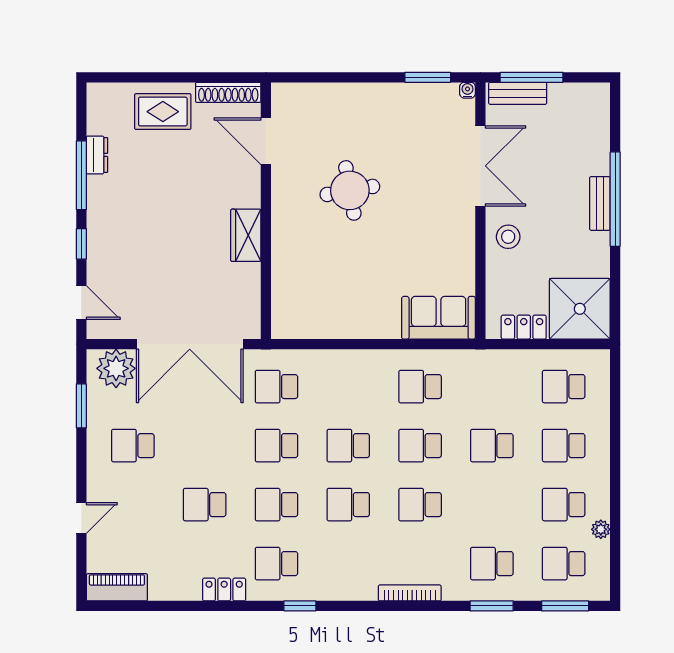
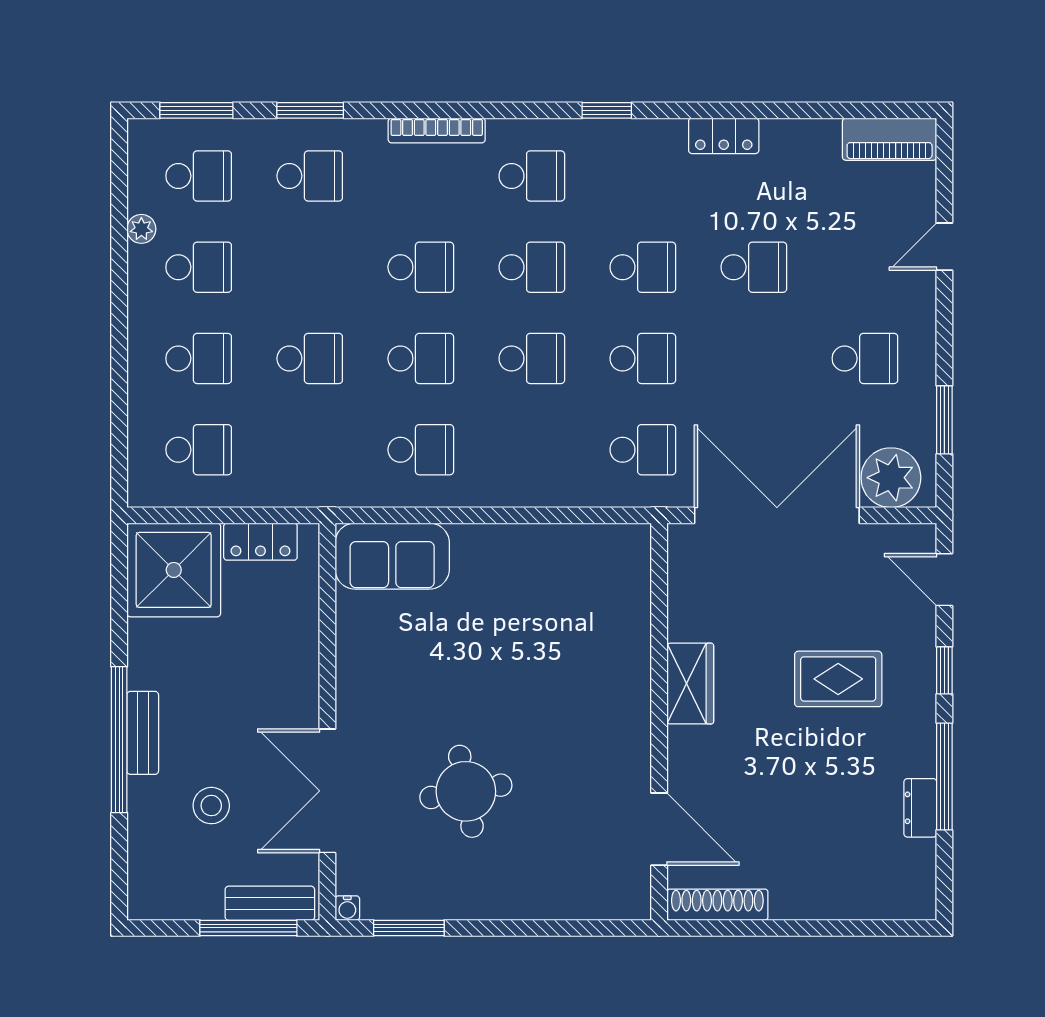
rug: (163, 112) -> (838, 679), moved
round table: (350, 190) -> (466, 791), moved
stool: (508, 237) -> (211, 806), moved
school desk: (276, 564) -> (532, 176), moved

